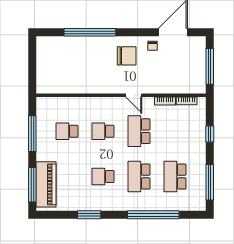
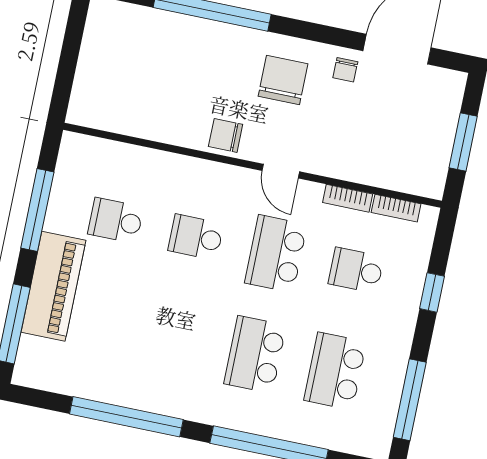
chair: (127, 56) -> (283, 80), turned -90
window: (210, 66) -> (463, 142), width x0.69
chair: (107, 85) -> (226, 135), added
school desk: (103, 177) -> (356, 270), moved
piano: (46, 184) -> (53, 286), moved
window: (89, 215) -> (126, 417), width x2.11

